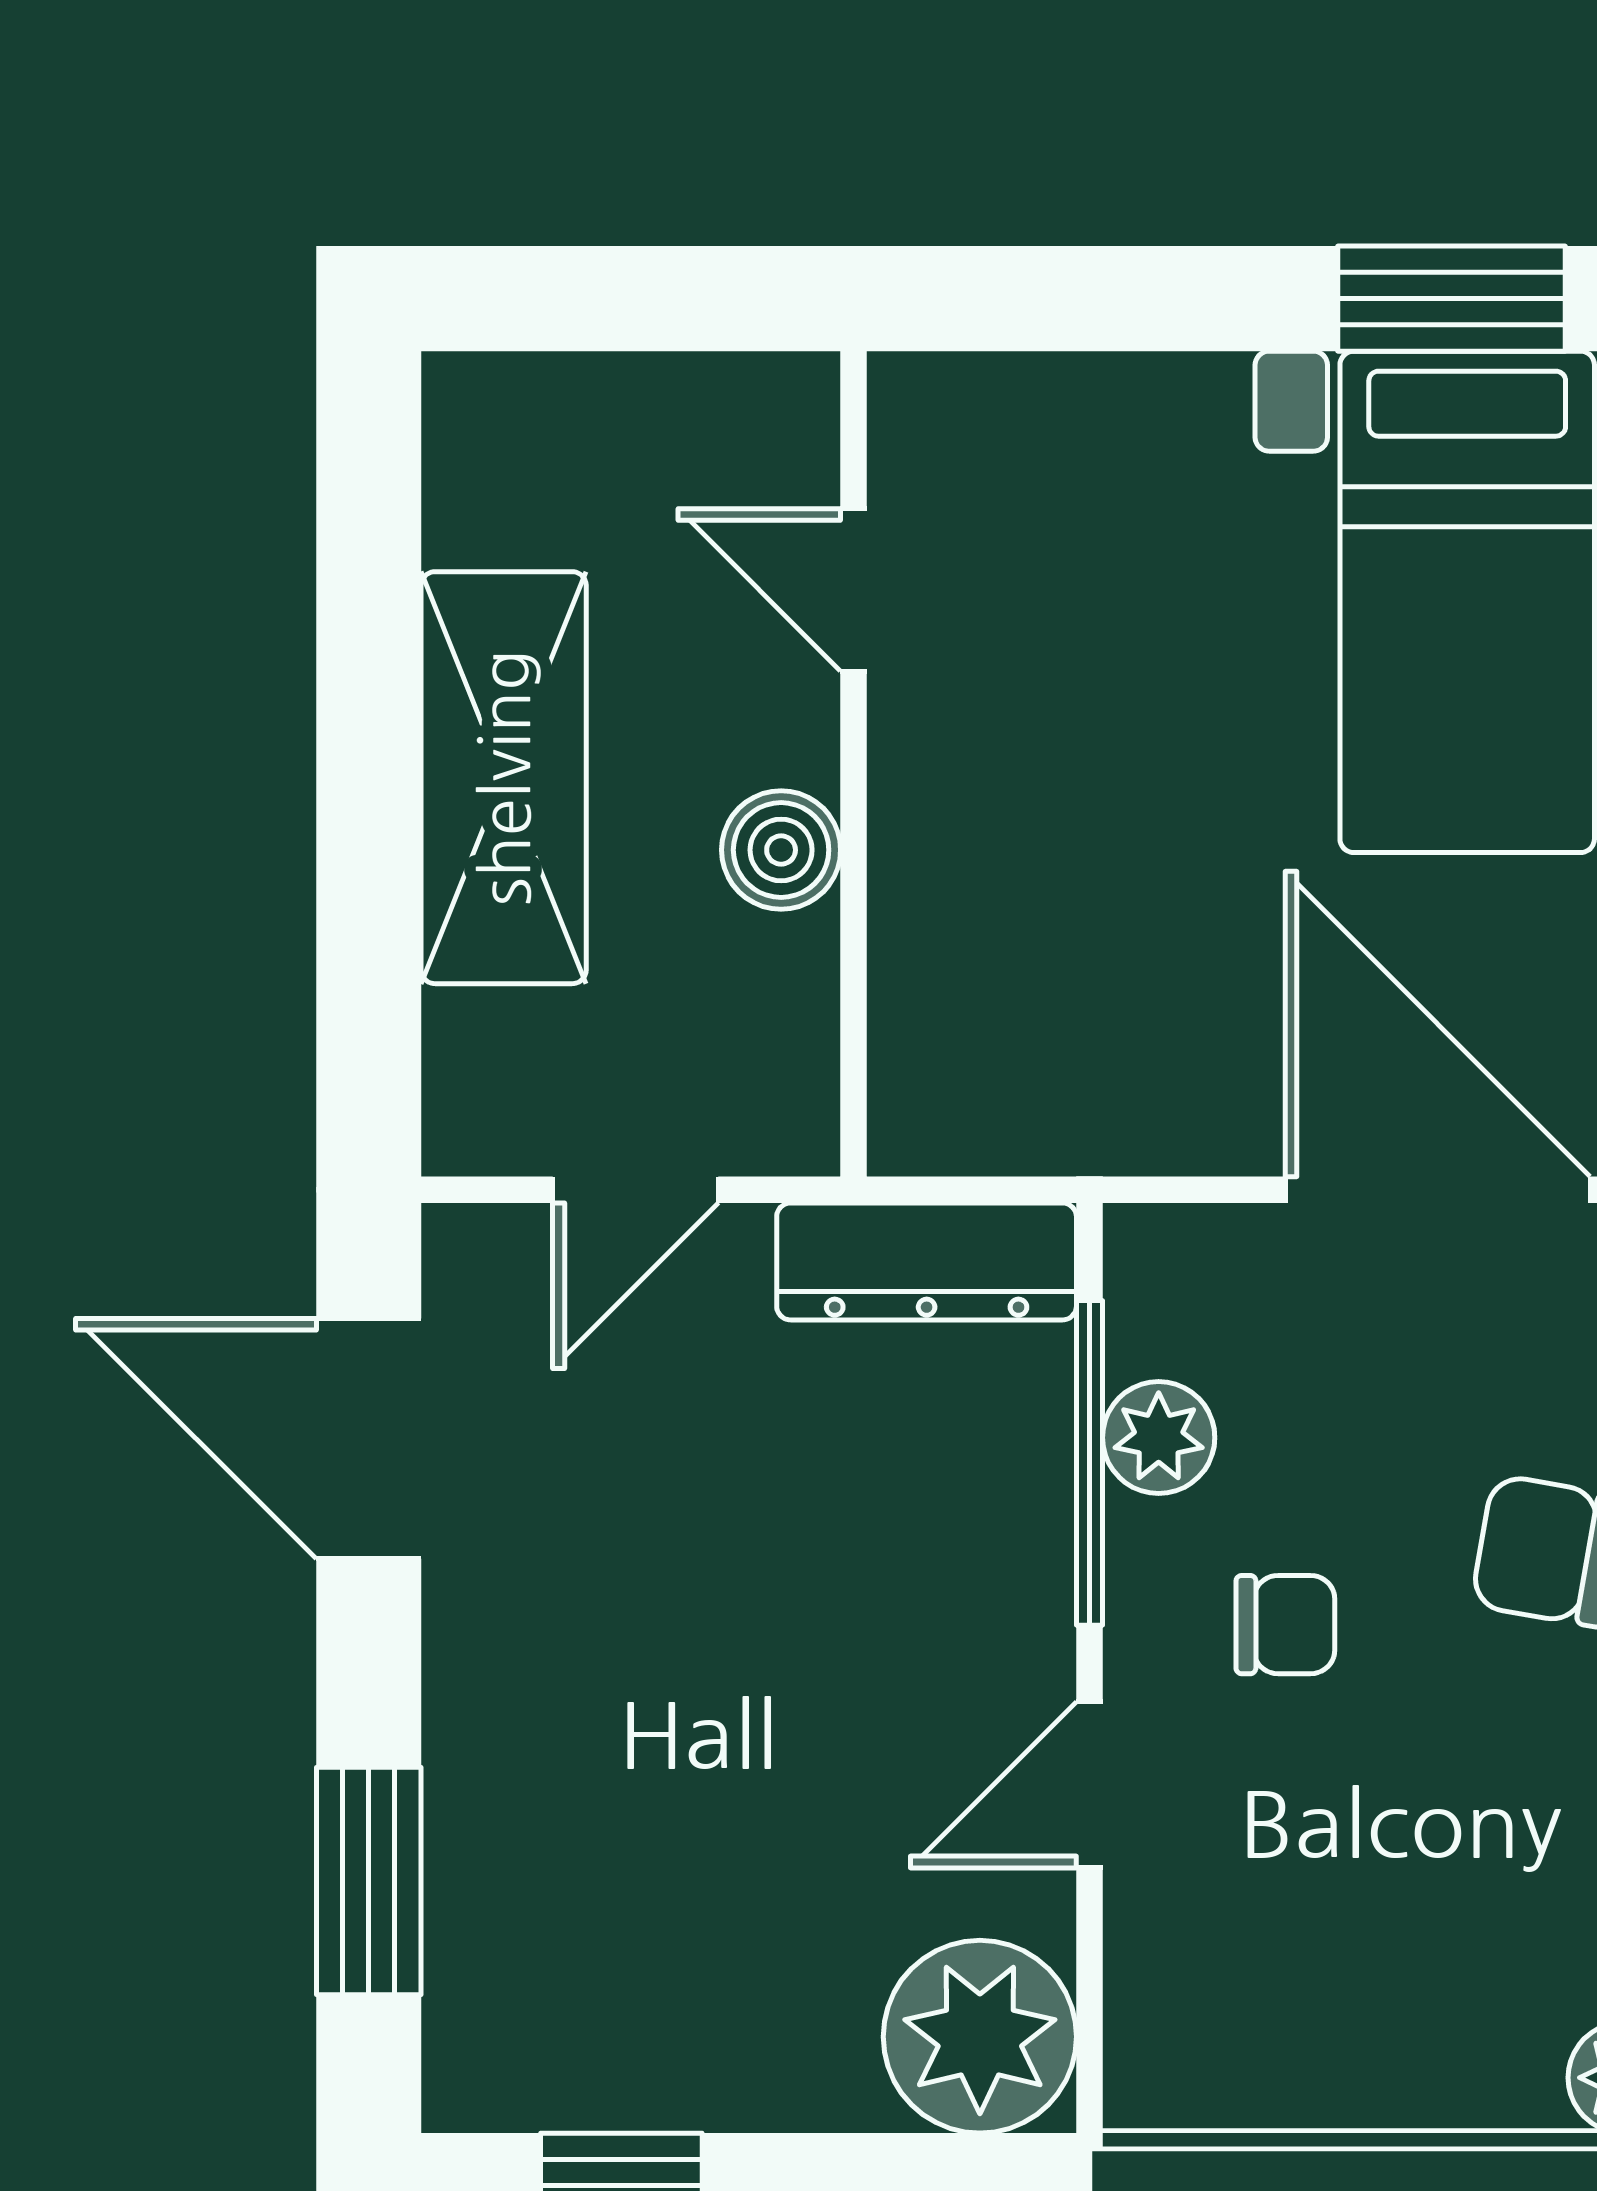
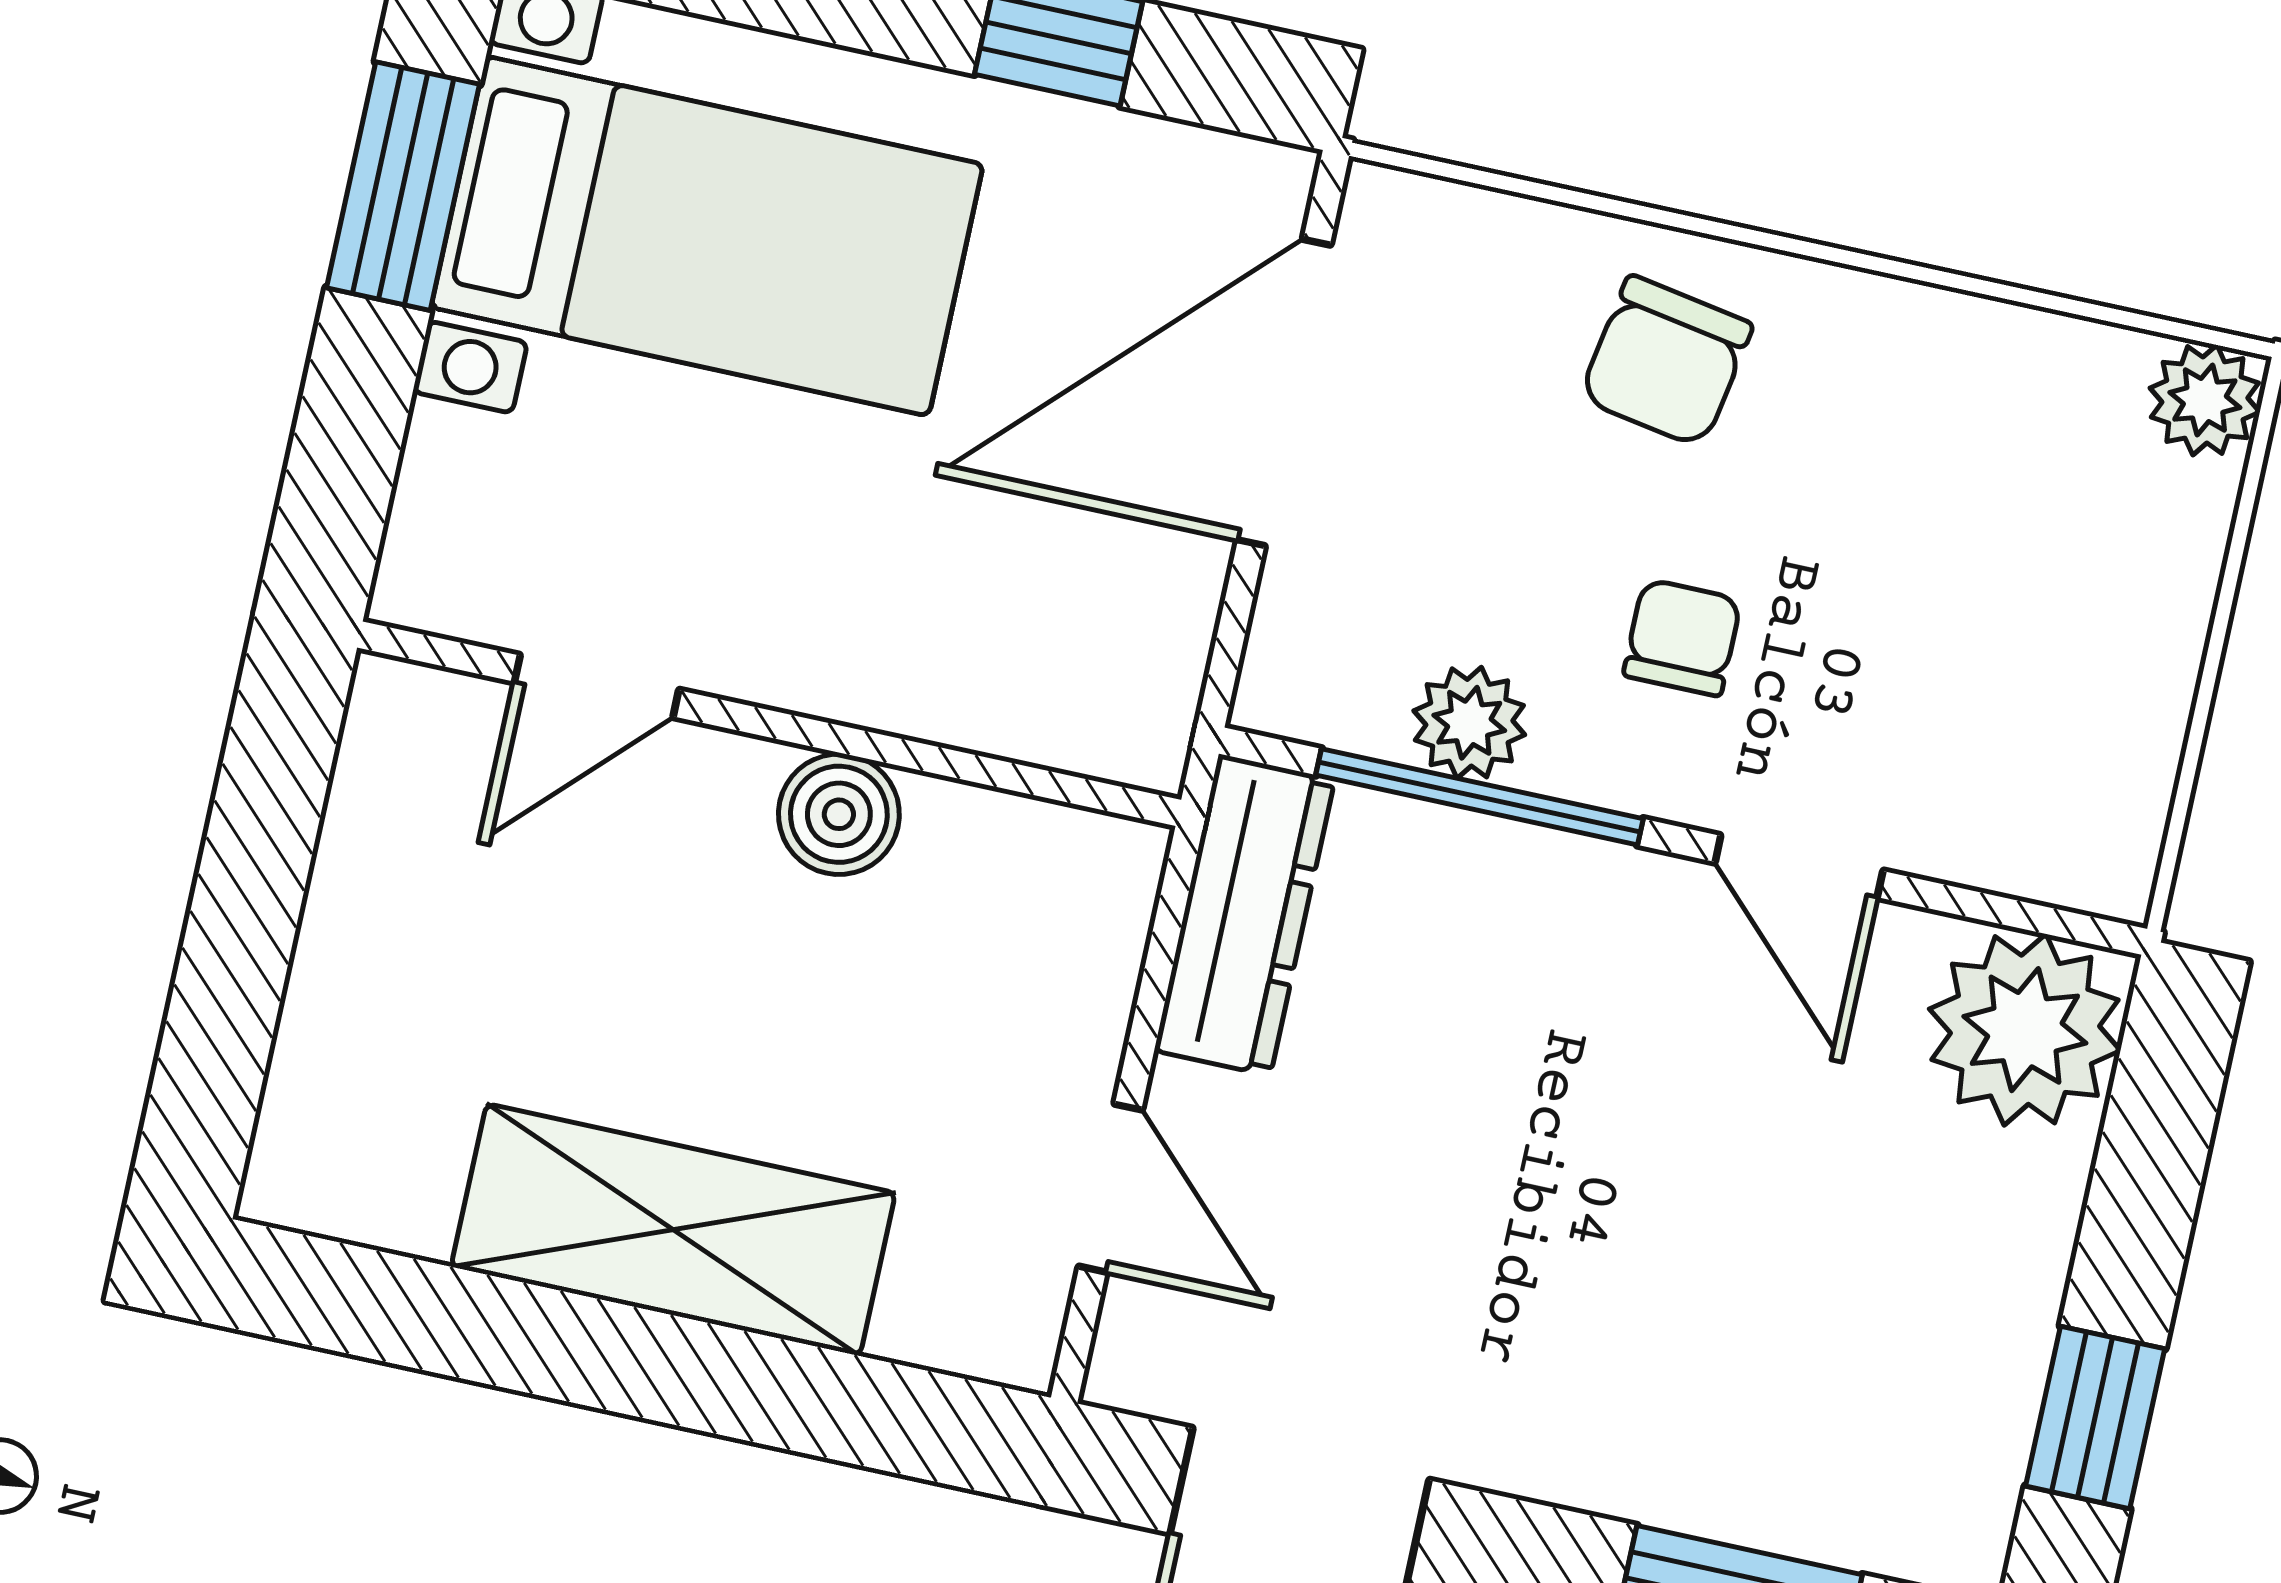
door: (854, 590) -> (597, 686), moved
wall: (854, 764) -> (769, 724), moved
boiler: (781, 850) -> (839, 814), moved

